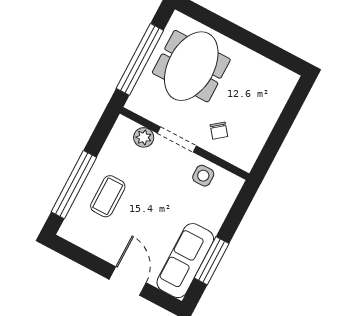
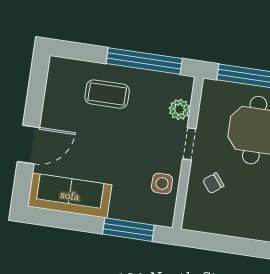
doorway: (177, 140) -> (189, 144), width x0.73
window: (74, 185) -> (144, 61), moved
window: (212, 261) -> (128, 230), moved

